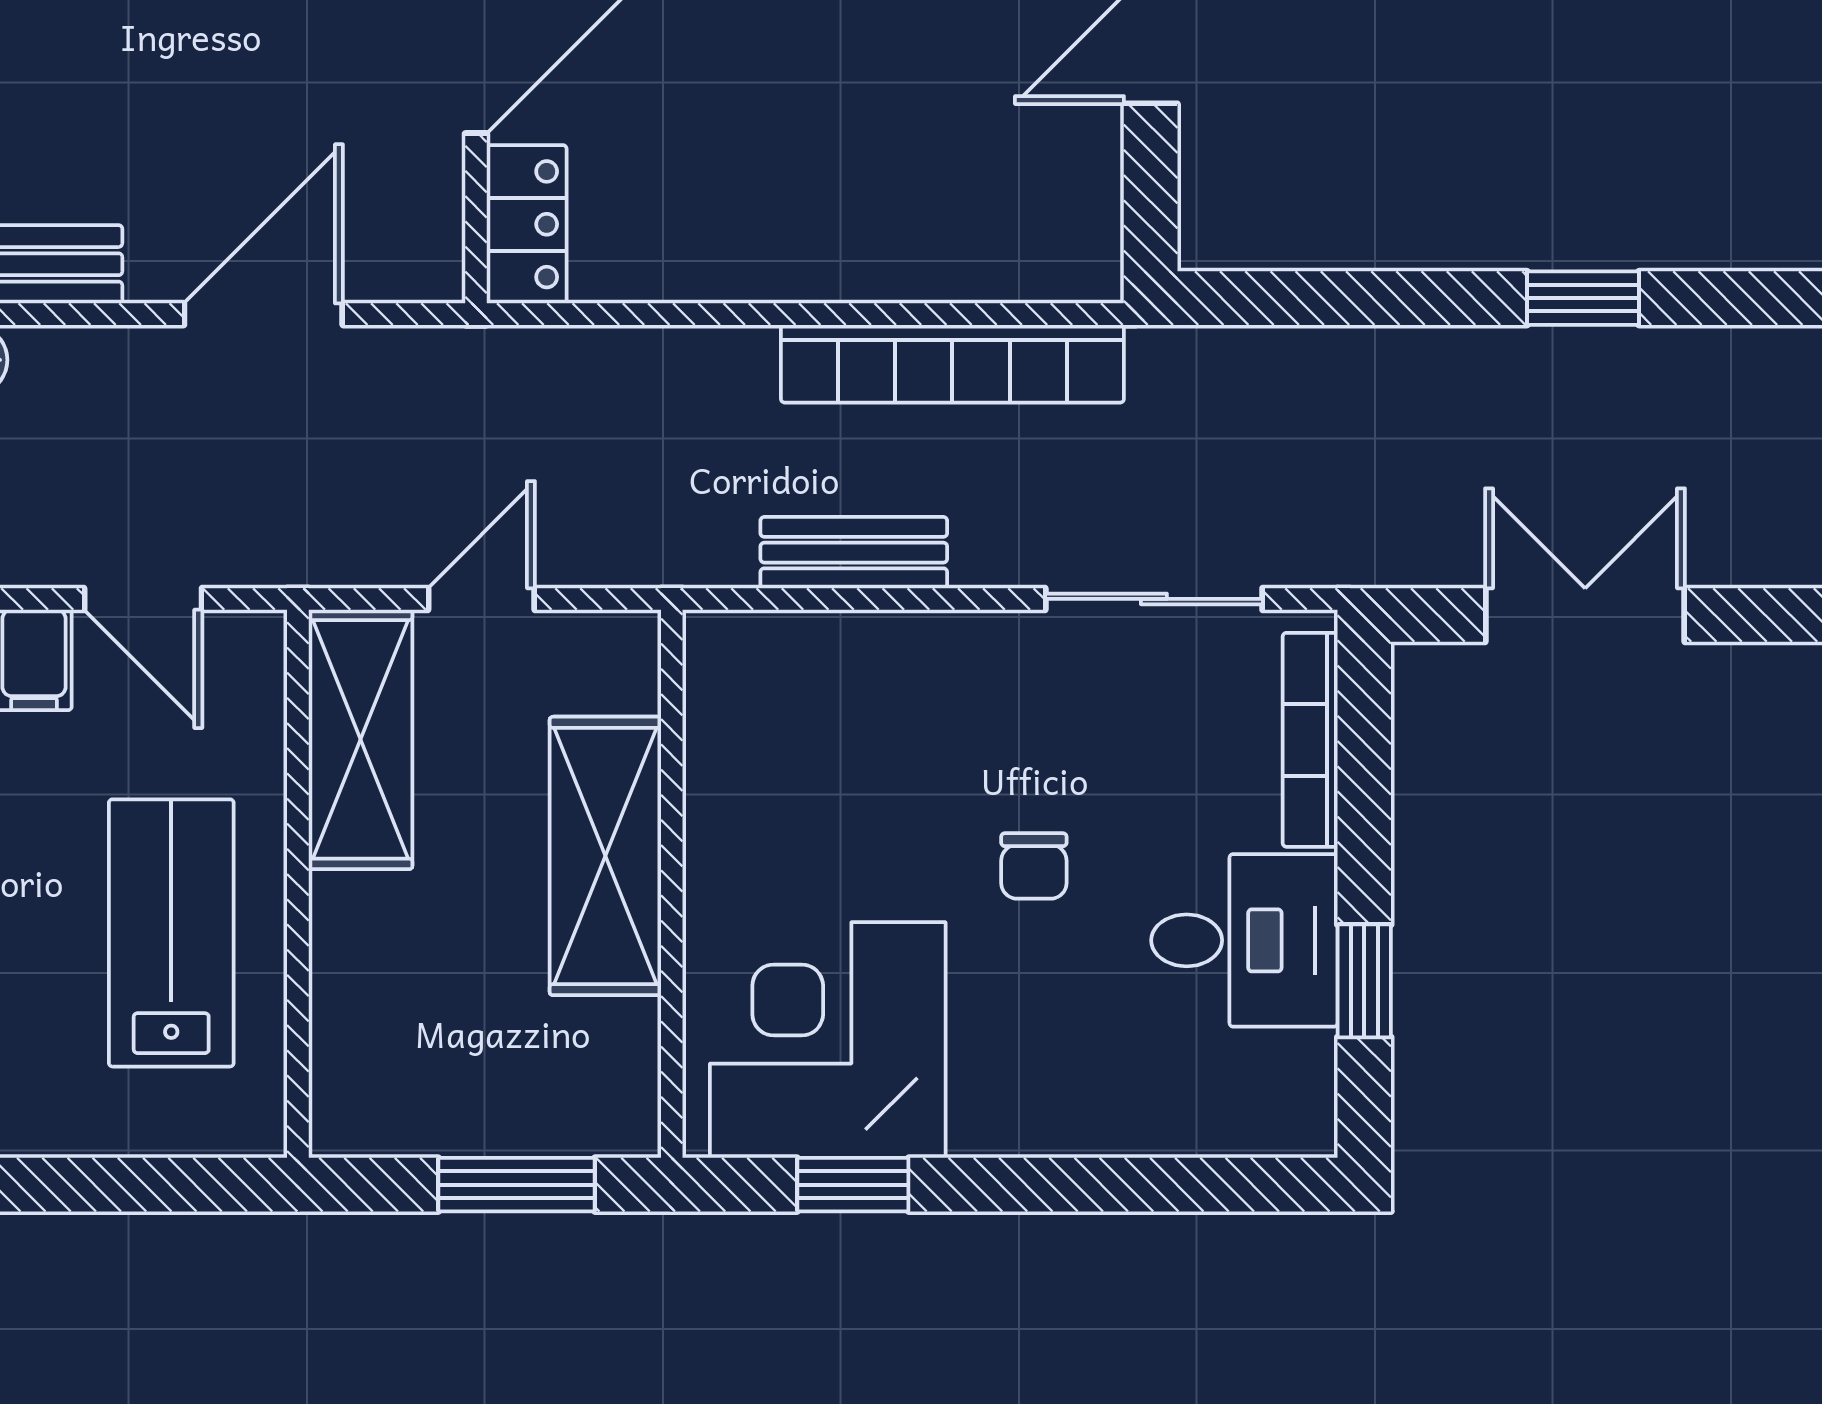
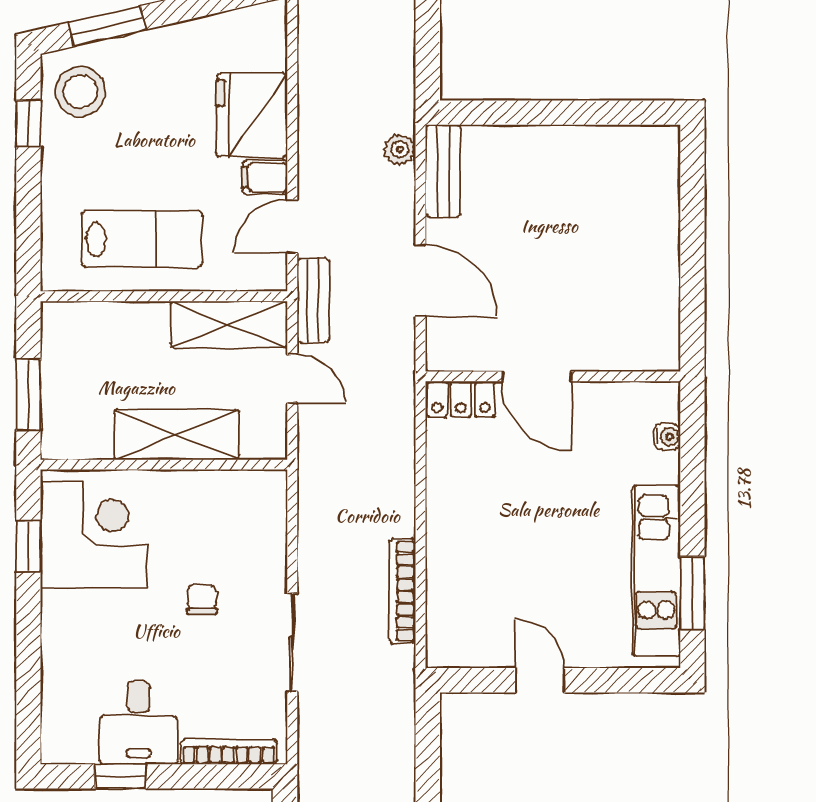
bookcase: (952, 364) -> (402, 591), width x0.68, depth x0.76
bench: (854, 553) -> (313, 300), moved
sliding door: (1154, 599) -> (292, 642), moved
chair: (1034, 866) -> (202, 599), moved, turned 90

